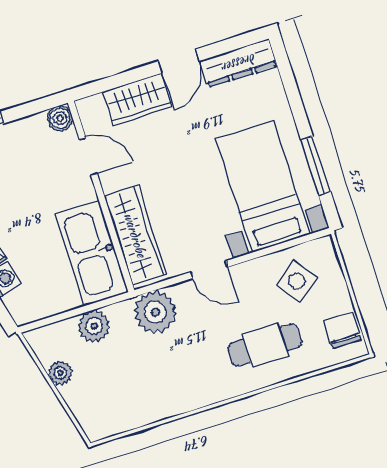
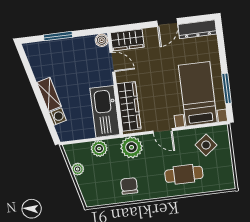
wardrobe: (137, 99) -> (127, 40), moved
chair: (343, 330) -> (129, 186), moved

